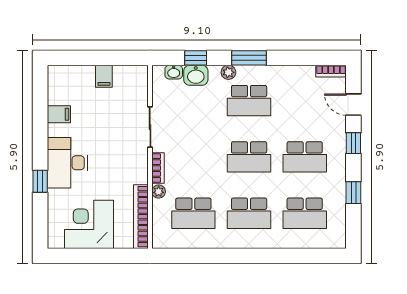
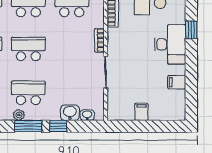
window: (196, 58) -> (58, 126), moved
plant: (228, 72) -> (19, 115), moved
plant: (159, 192) -> (99, 22), removed

